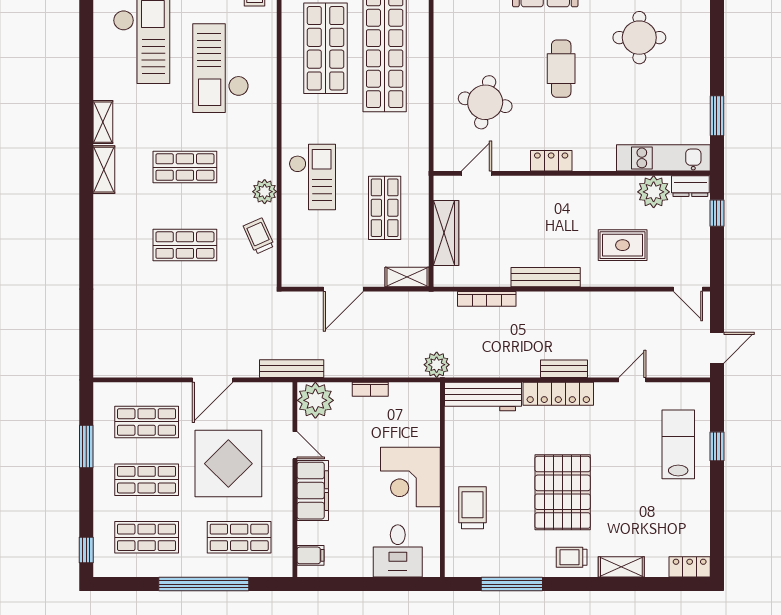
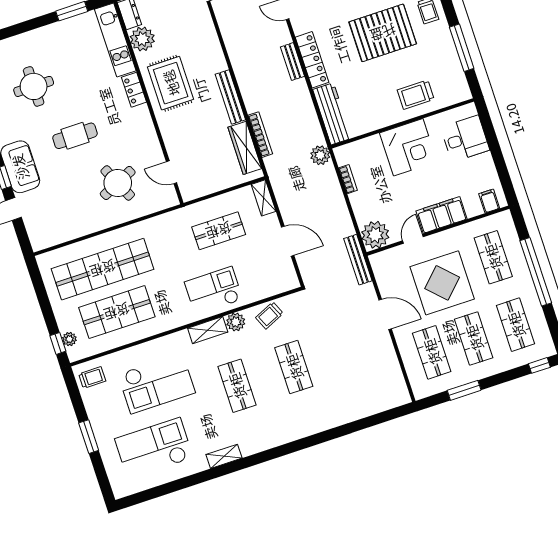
round table: (485, 102) -> (118, 183), turned -36
locker: (551, 161) -> (134, 90), moved
shelving: (104, 170) -> (208, 330), moved
wardrobe: (446, 233) -> (245, 148), moved, turned -90
rug: (623, 245) -> (171, 83), moved, width x1.36, depth x1.43
bookcase: (370, 389) -> (348, 179), moved

